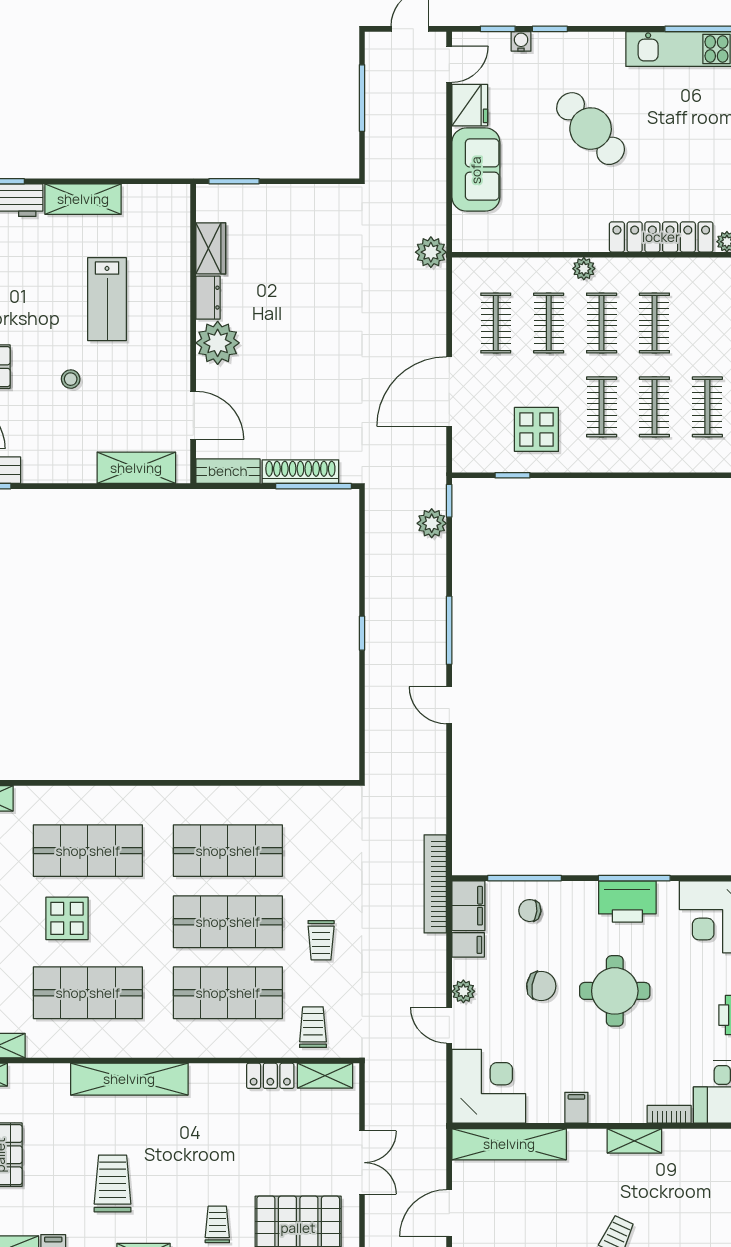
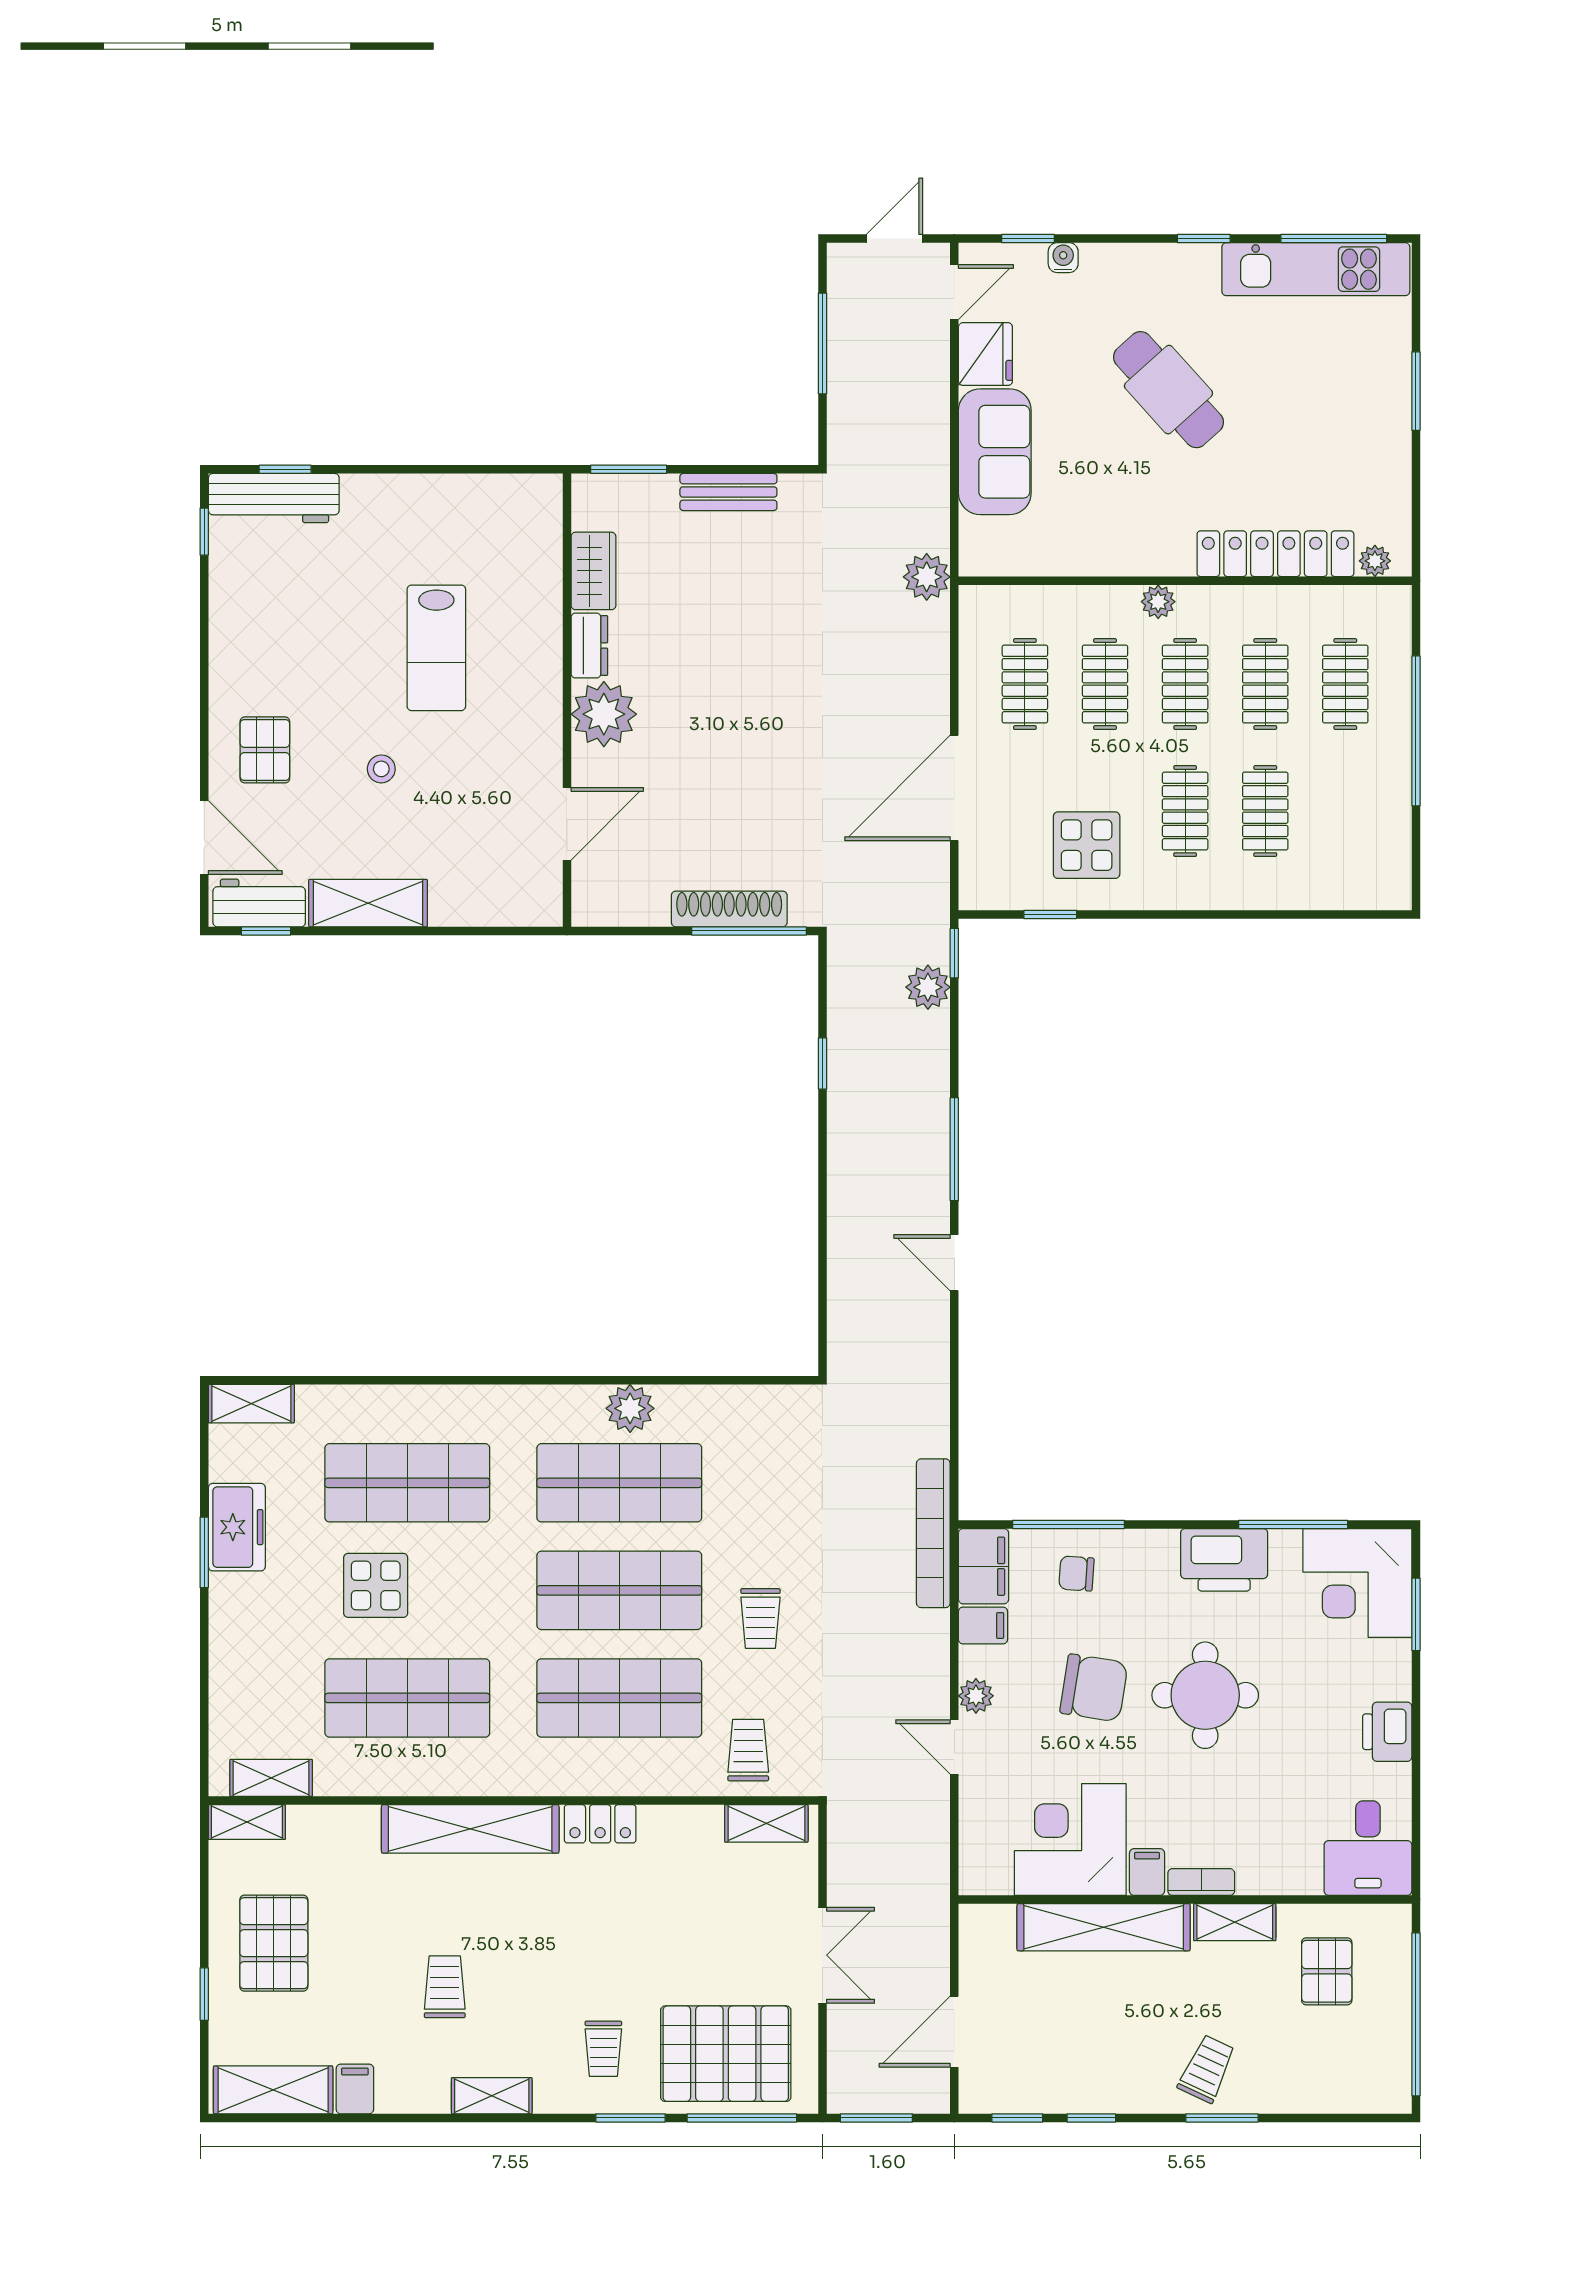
window: (550, 29) -> (1204, 239), moved
shelving: (83, 199) -> (400, 497), removed
clothes rail: (707, 407) -> (1345, 684), moved
door: (193, 415) -> (567, 824), hinge flipped
shelving: (136, 468) -> (368, 903), moved
bench: (228, 471) -> (728, 492), moved
window: (362, 633) -> (822, 1063), moved
plant: (235, 801) -> (630, 1408), added
window: (634, 878) -> (1293, 1524), moved
chair: (541, 986) -> (1094, 1688), width x1.37, depth x1.37
locker: (270, 1076) -> (600, 1824), moved
corner desk: (489, 1086) -> (1070, 1840), moved, turned -90
bookcase: (669, 1114) -> (1201, 1882), moved
shelving: (509, 1144) -> (1104, 1927), moved
pallet: (695, 1173) -> (1327, 1971), added
trolley: (113, 1184) -> (445, 1987), width x0.73, depth x0.72
trolley: (217, 1224) -> (603, 2049), turned 180

